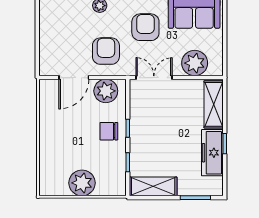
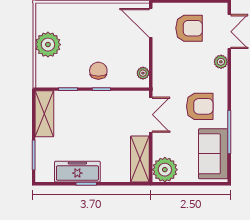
armchair: (106, 51) -> (189, 28), moved
plant: (195, 63) -> (165, 170), moved
door: (74, 78) -> (151, 23), moved
plant: (106, 91) -> (143, 73), width x0.53, depth x0.53
shelving: (214, 104) -> (140, 159), moved, turned 90

